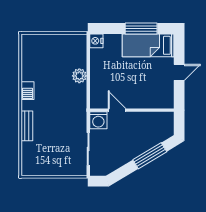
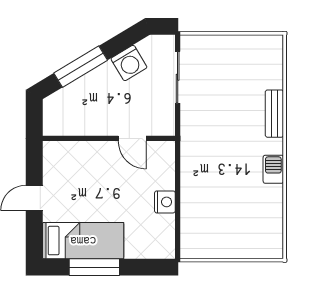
nightstand: (96, 41) -> (165, 202), moved
plant: (79, 76) -> (192, 193), removed
washing machine: (98, 120) -> (129, 63), moved, turned 149

